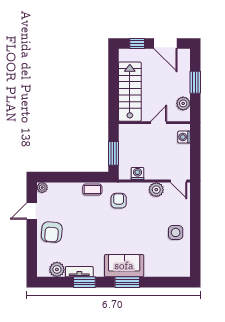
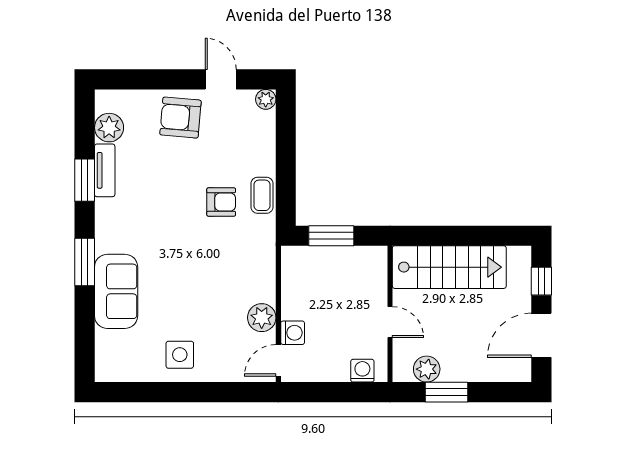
window: (195, 82) -> (446, 392), moved
washing machine: (137, 173) -> (293, 333), moved
armchair: (119, 201) -> (221, 202), moved
sofa: (124, 266) -> (116, 291), moved

